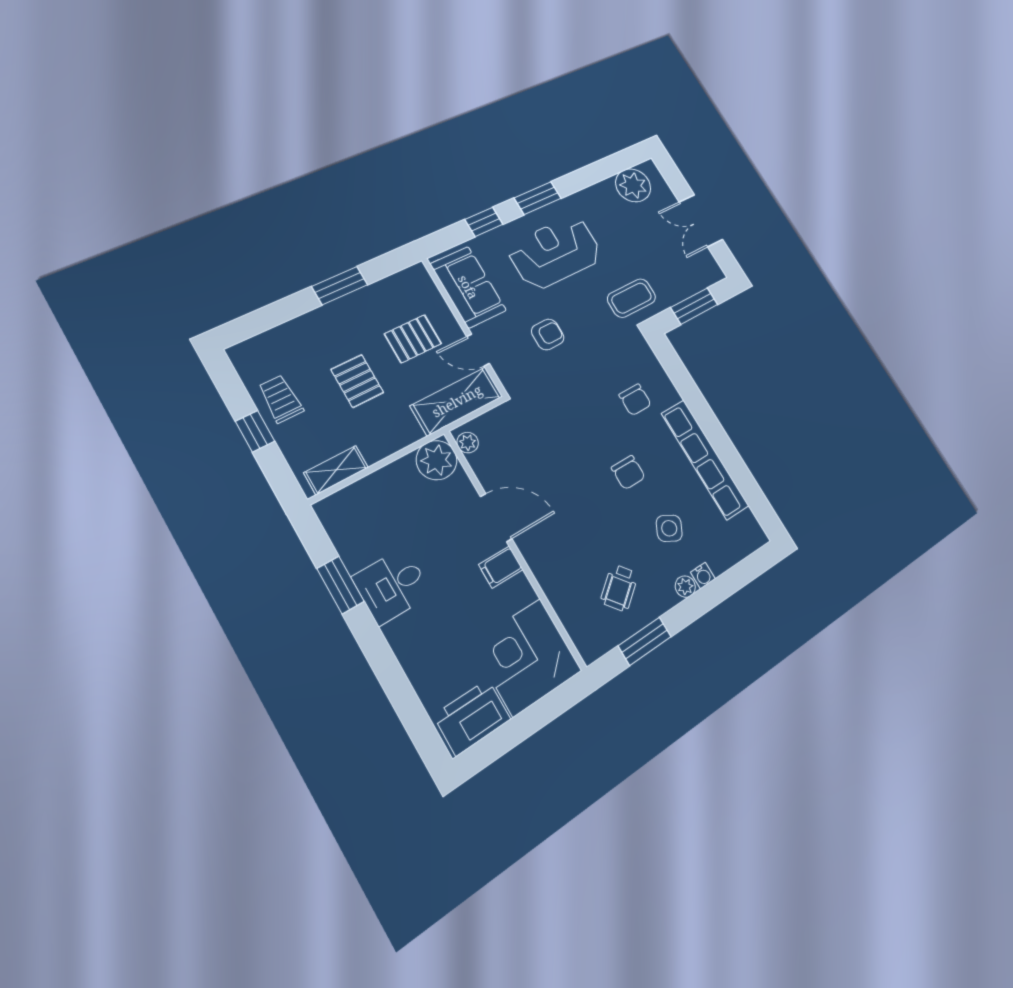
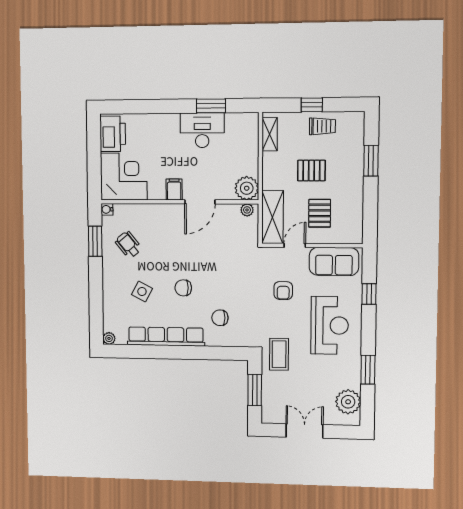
window: (538, 198) -> (368, 370), moved
window: (340, 286) -> (371, 161), moved
water cooler: (703, 575) -> (107, 209), moved
desk: (392, 586) -> (202, 130), width x1.37
plant: (685, 587) -> (109, 338), moved

